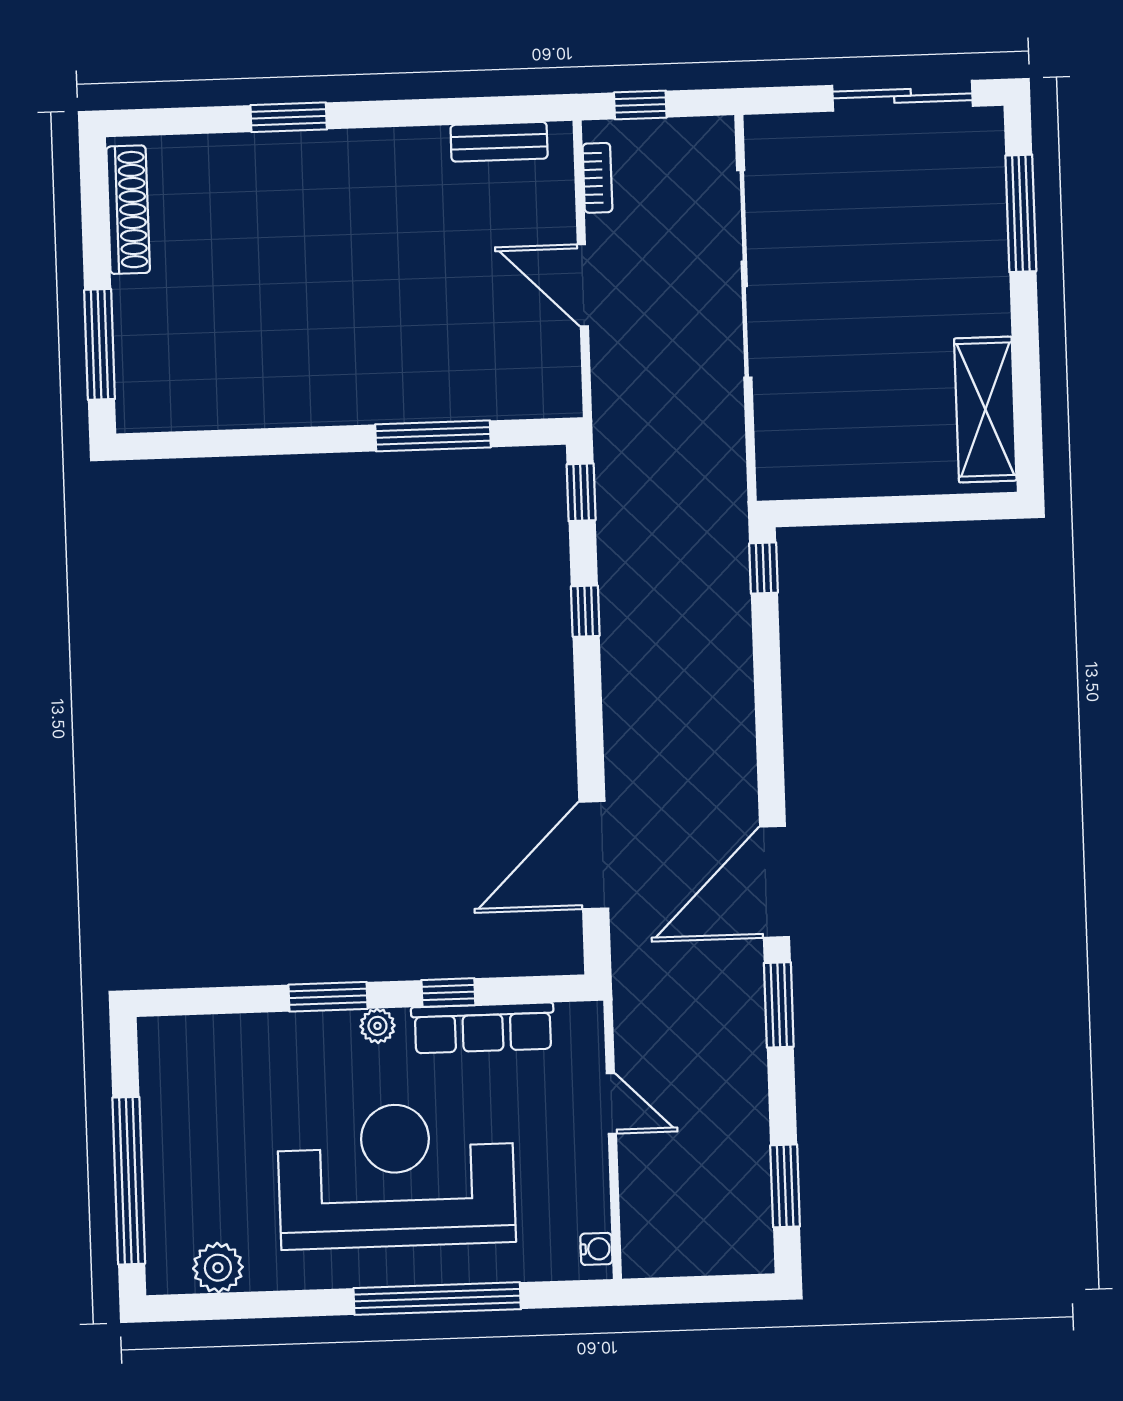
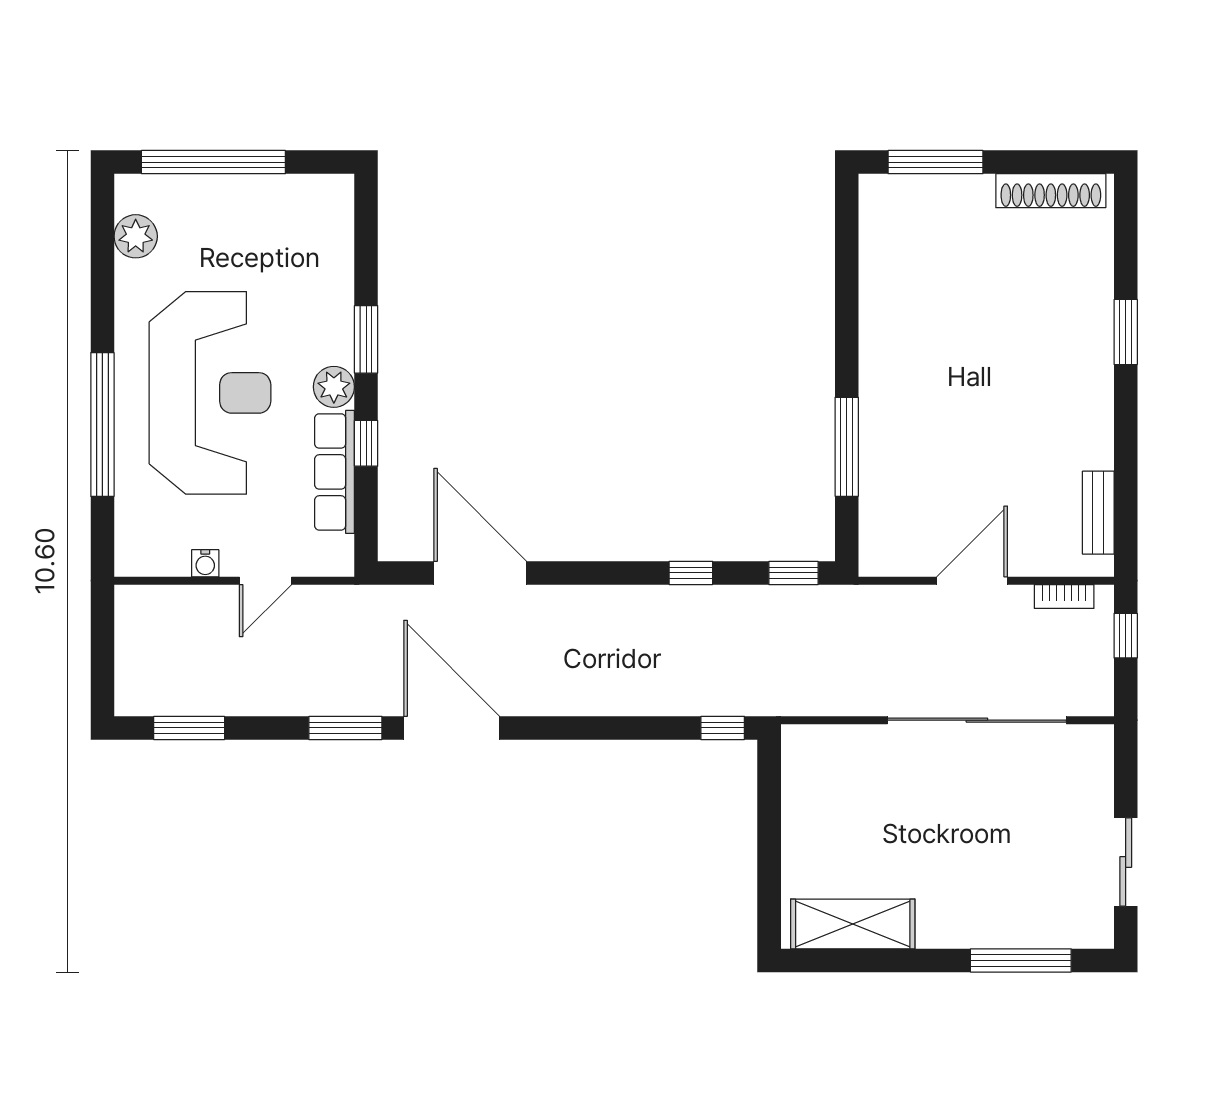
sliding door: (902, 96) -> (1126, 862), width x0.73
plant: (377, 1026) -> (334, 387), width x1.38, depth x1.38
water cooler: (596, 1249) -> (205, 563), moved

